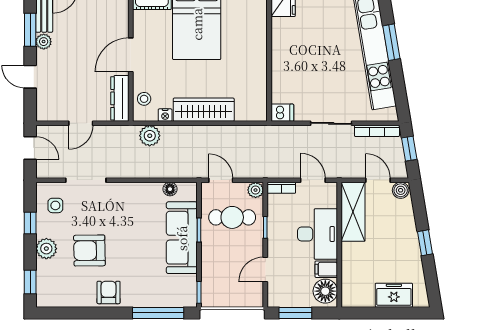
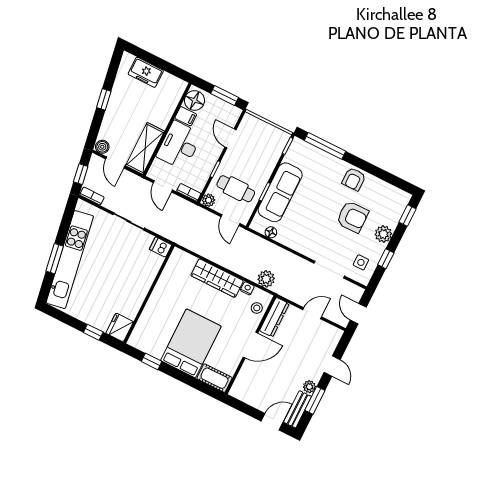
bookcase: (377, 131) -> (92, 196), width x0.64
door: (265, 269) -> (230, 138), swing flipped

